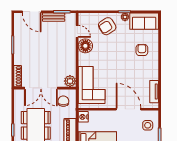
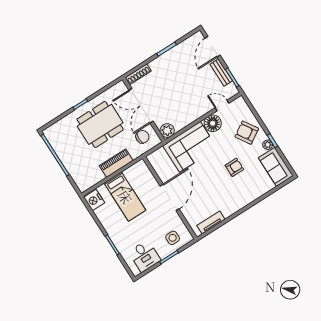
door: (77, 31) -> (222, 106), swing flipped
armchair: (142, 50) -> (234, 167), moved
corner sofa: (92, 85) -> (190, 147), moved
door: (129, 109) -> (170, 197), moved
nightstand: (83, 117) -> (139, 167), removed

